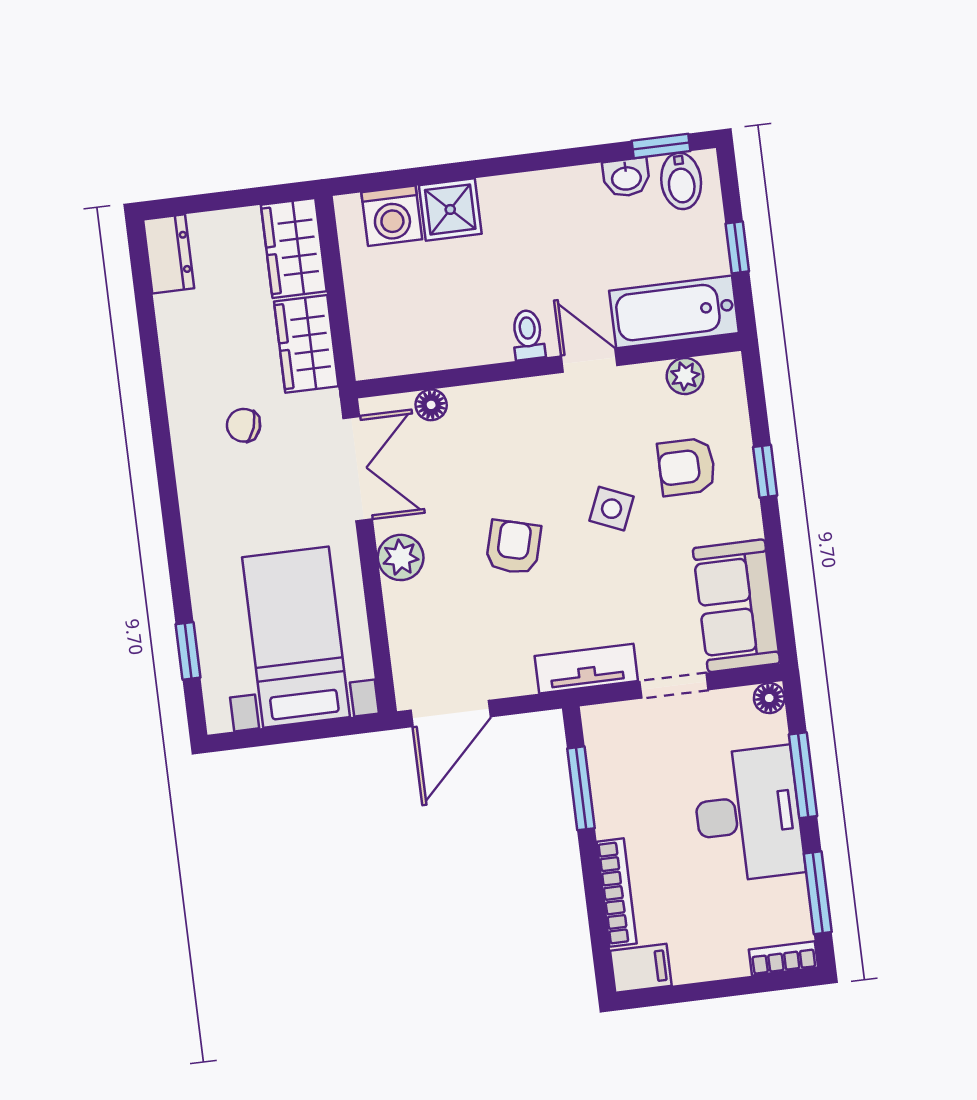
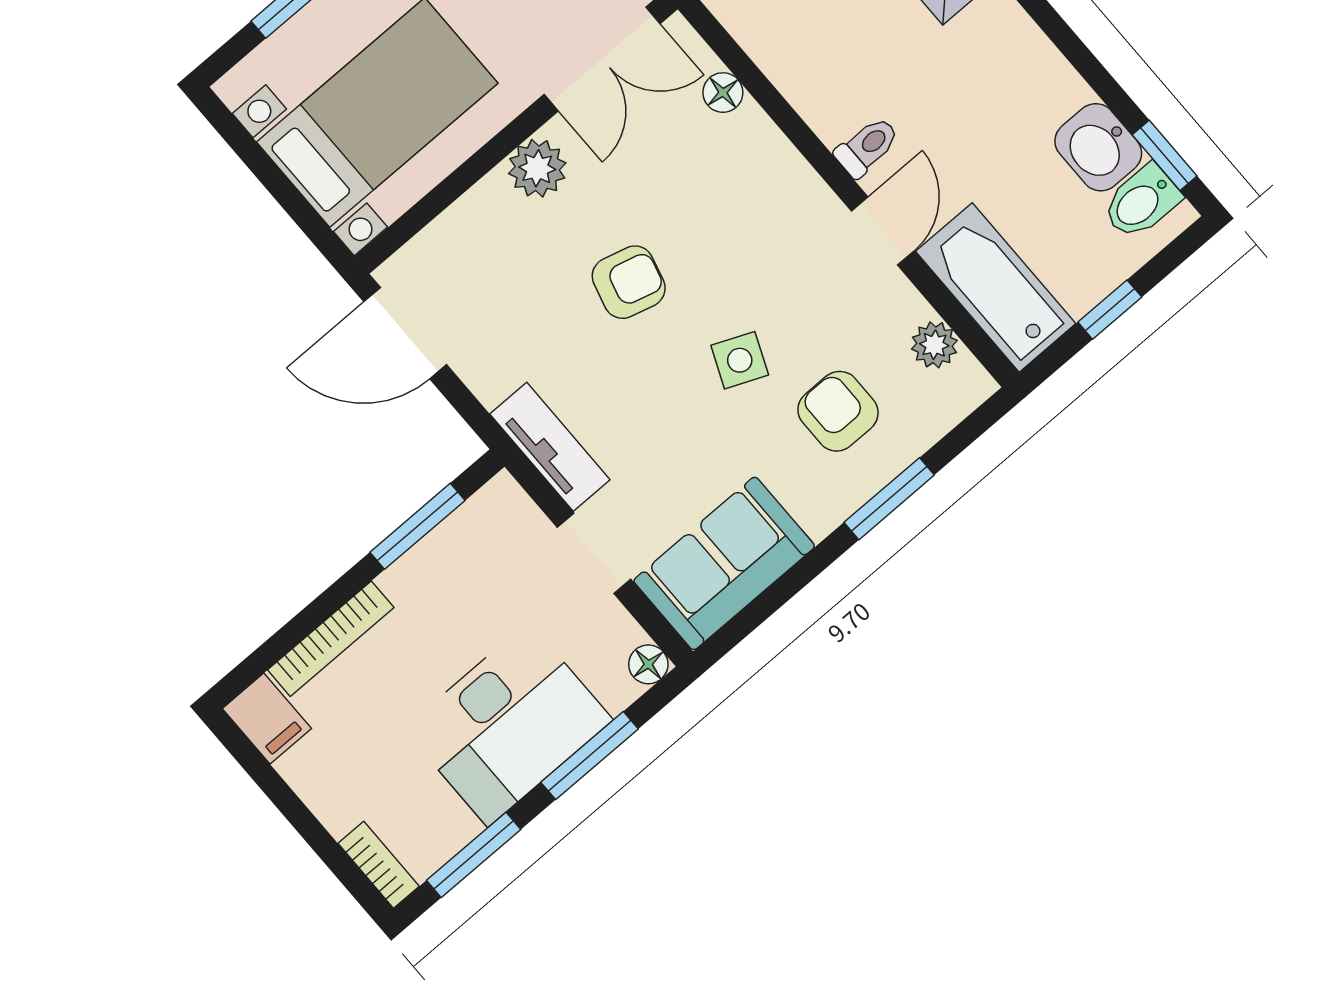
washbasin: (626, 177) -> (1098, 147), width x1.38, depth x1.45
window: (765, 471) -> (889, 499), width x1.50

